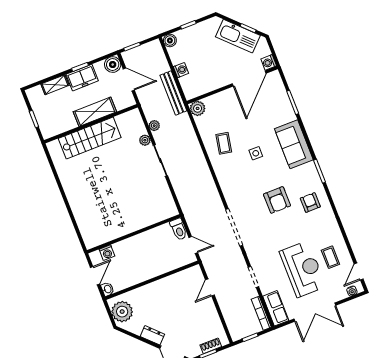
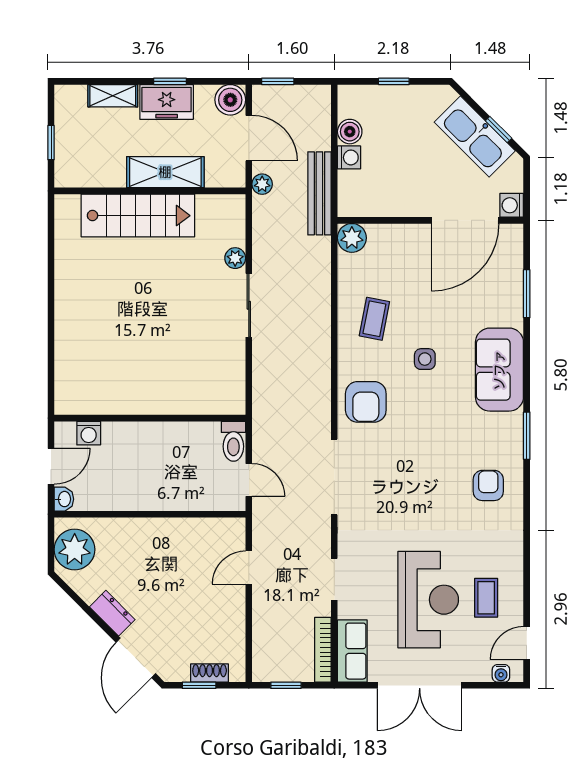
boiler: (170, 40) -> (350, 132), moved
plant: (154, 126) -> (262, 184), moved
armchair: (277, 200) -> (366, 402), moved

